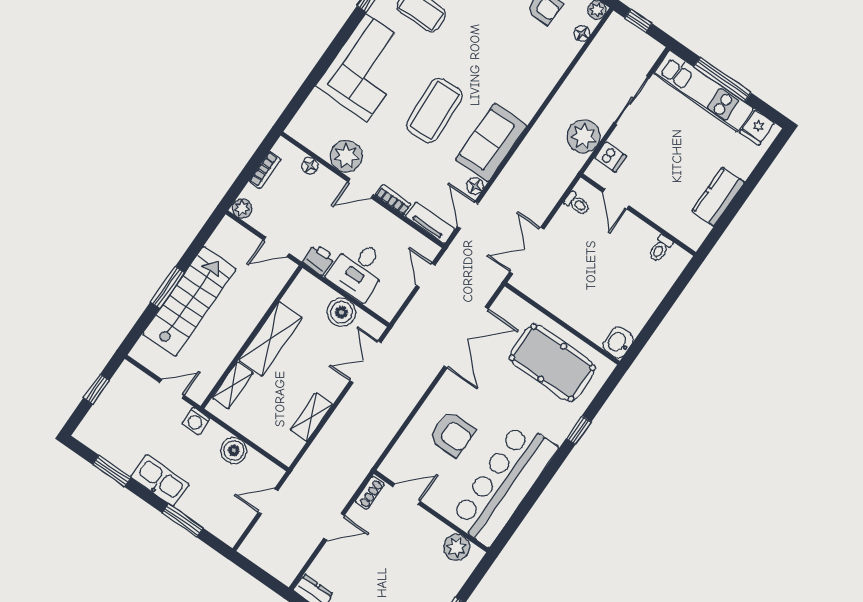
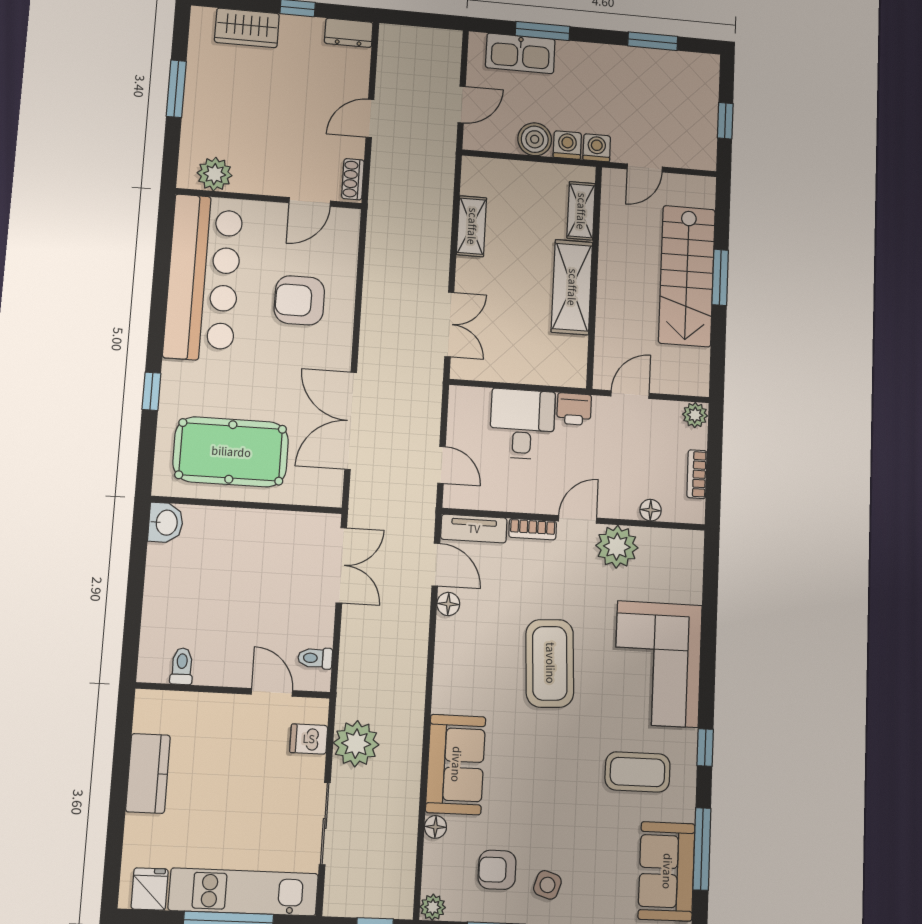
floor lamp: (582, 34) -> (435, 827), moved
sofa: (491, 143) -> (456, 764), moved
boiler: (341, 312) -> (511, 364), removed
washing machine: (214, 434) -> (567, 145), added
kitchen sink: (160, 481) -> (520, 53), moved

